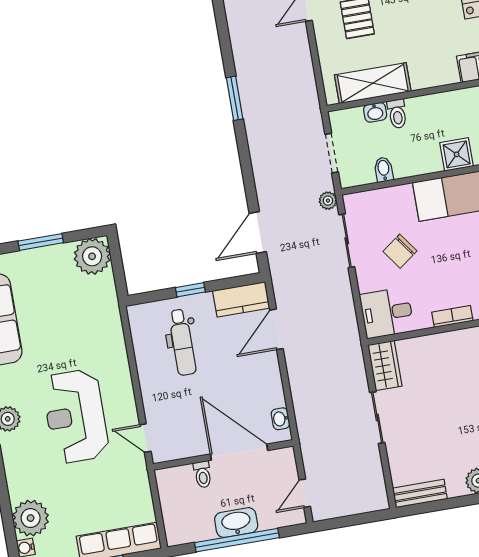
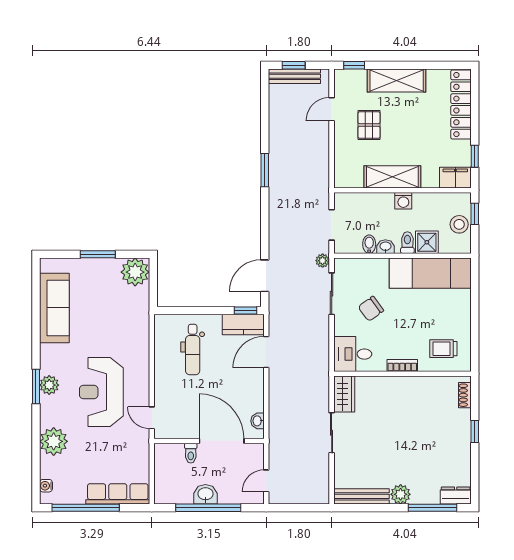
shelving: (373, 83) -> (392, 177), moved
washing machine: (418, 107) -> (403, 201), added
washbasin: (375, 112) -> (385, 247), moved, turned 180
toilet: (397, 114) -> (407, 243), moved, turned 180
window: (190, 290) -> (245, 311), moved
bench: (420, 494) -> (361, 496), width x1.36
plant: (31, 518) -> (54, 441), moved
washbasin: (236, 523) -> (205, 494), width x0.72

